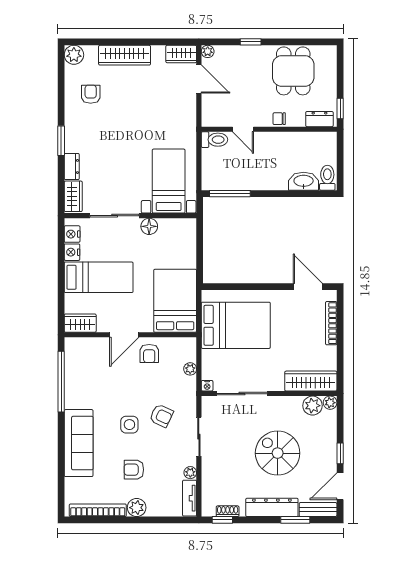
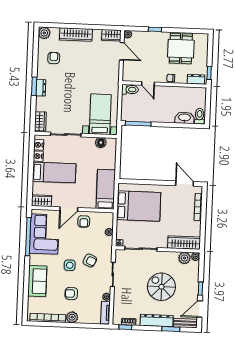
dresser: (72, 166) -> (41, 88), moved
floor lamp: (149, 226) -> (101, 143), moved
bed: (175, 301) -> (106, 189), width x0.67
corner sofa: (87, 376) -> (44, 234), added
sofa: (79, 443) -> (37, 281), width x0.73

